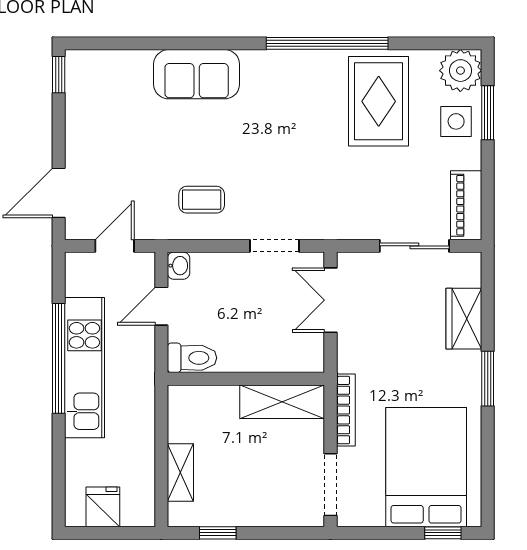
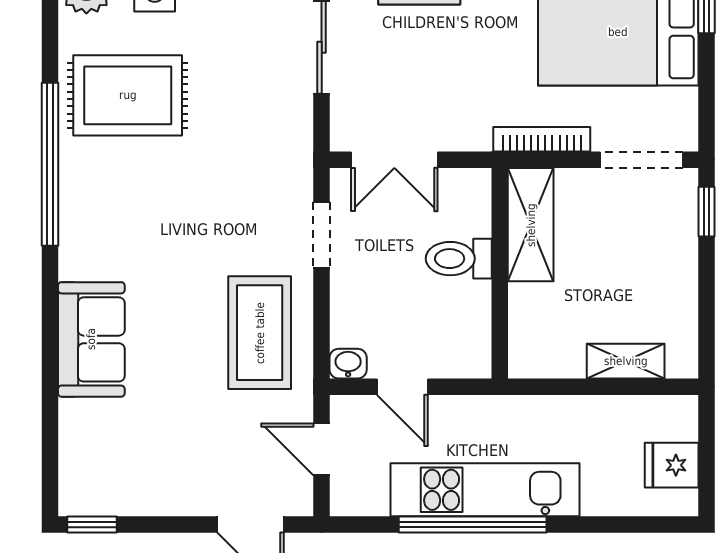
coffee table: (202, 200) -> (260, 333), width x1.86, depth x1.72
toilet: (192, 358) -> (459, 259), moved, turned -90
window: (218, 533) -> (707, 212), moved

